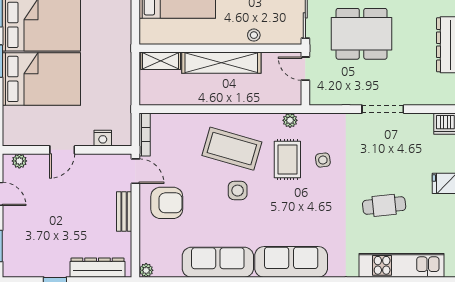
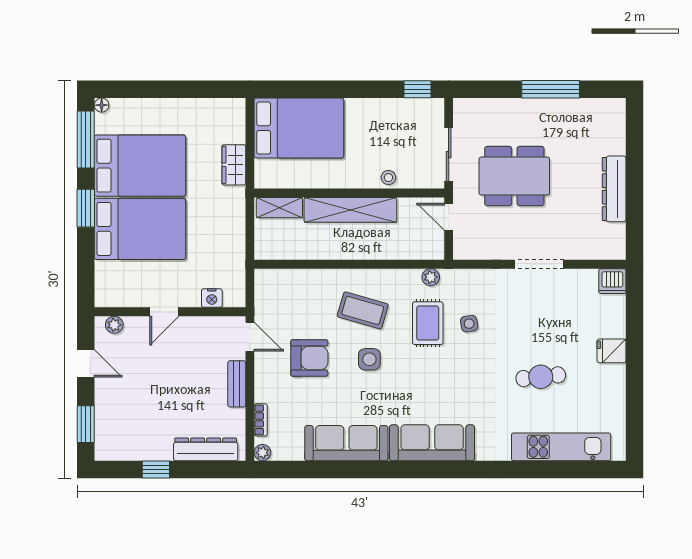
wardrobe: (122, 24) -> (234, 165), added
bookcase: (145, 135) -> (261, 420), moved, width x0.64
coffee table: (232, 149) -> (363, 310), width x0.73, depth x0.76
armchair: (167, 203) -> (309, 358), moved

